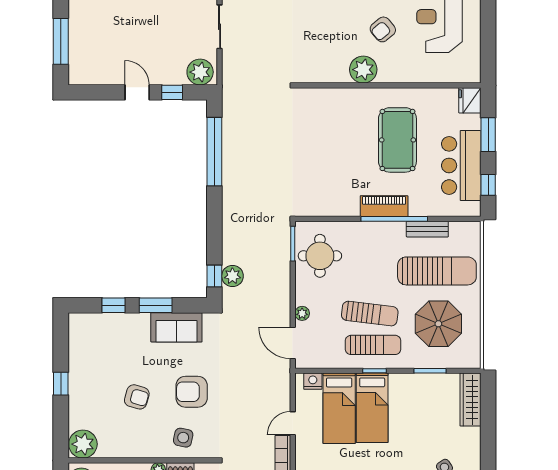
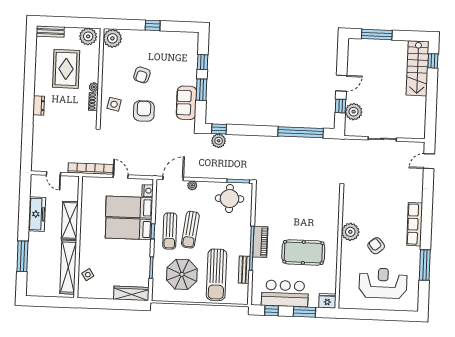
plant: (200, 72) -> (354, 112), moved

